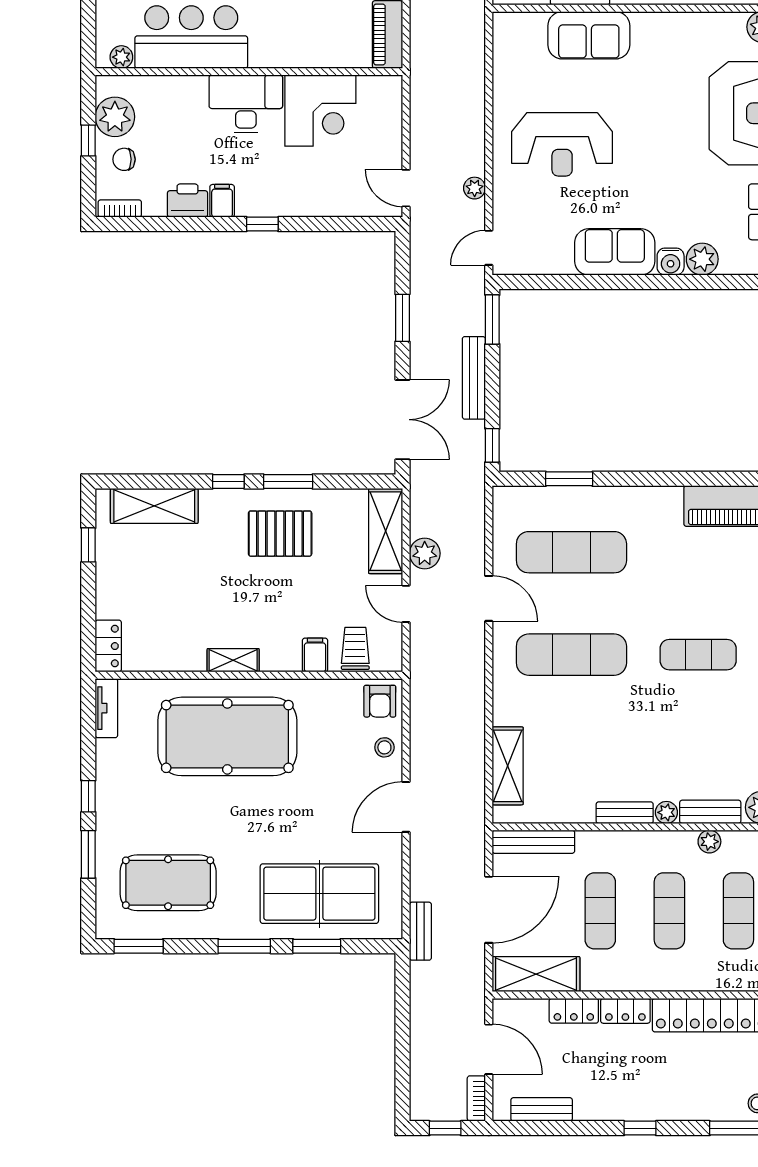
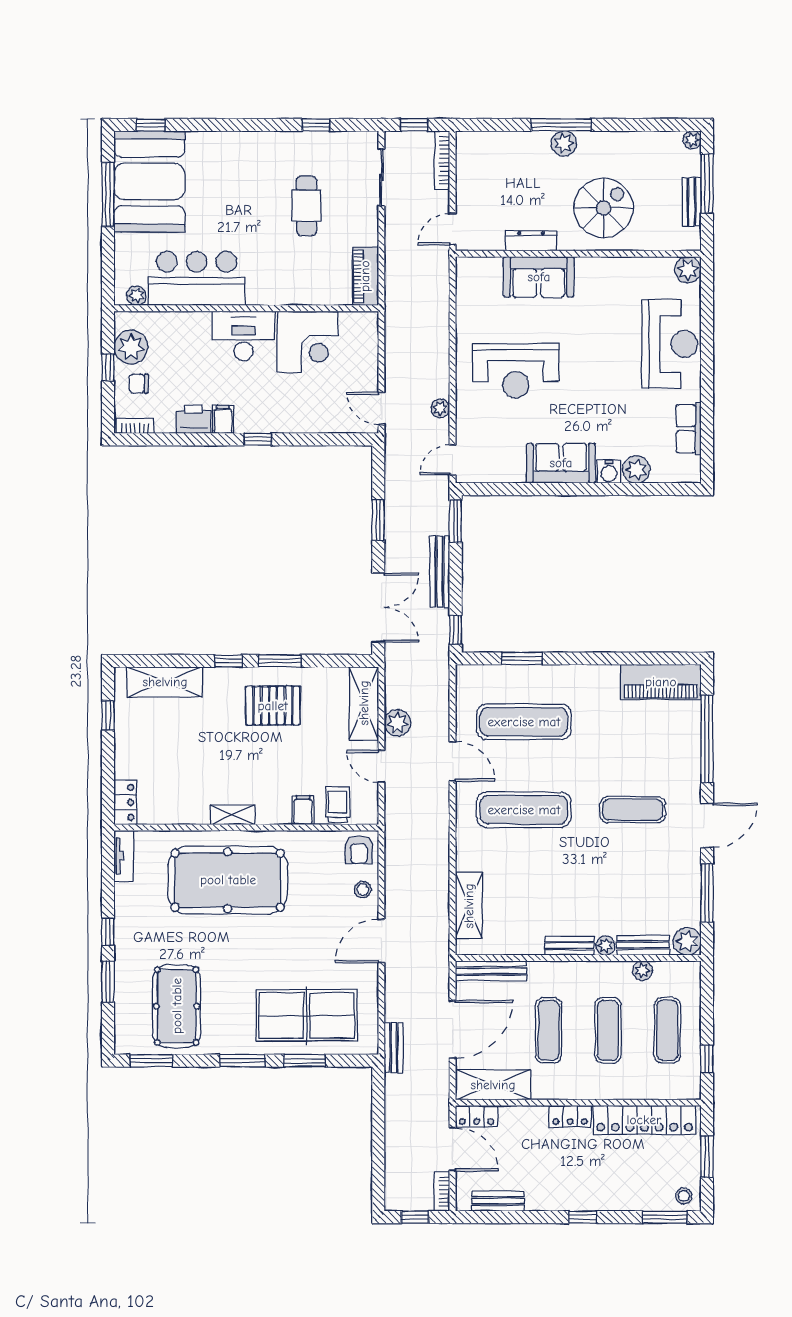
pool table: (168, 883) -> (177, 1006), turned 90
locker: (574, 1011) -> (477, 1116), moved

